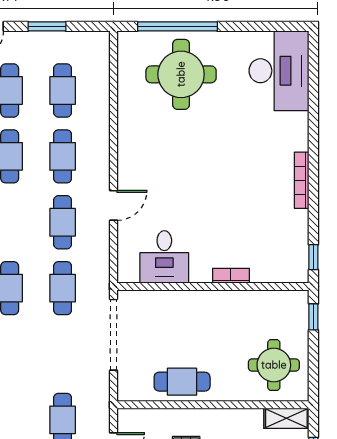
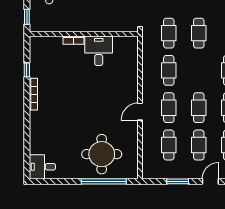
desk: (279, 71) -> (42, 167), width x0.53, depth x0.77
door: (113, 205) -> (140, 112), moved
desk: (164, 257) -> (99, 51), moved
window: (313, 257) -> (27, 70), moved

